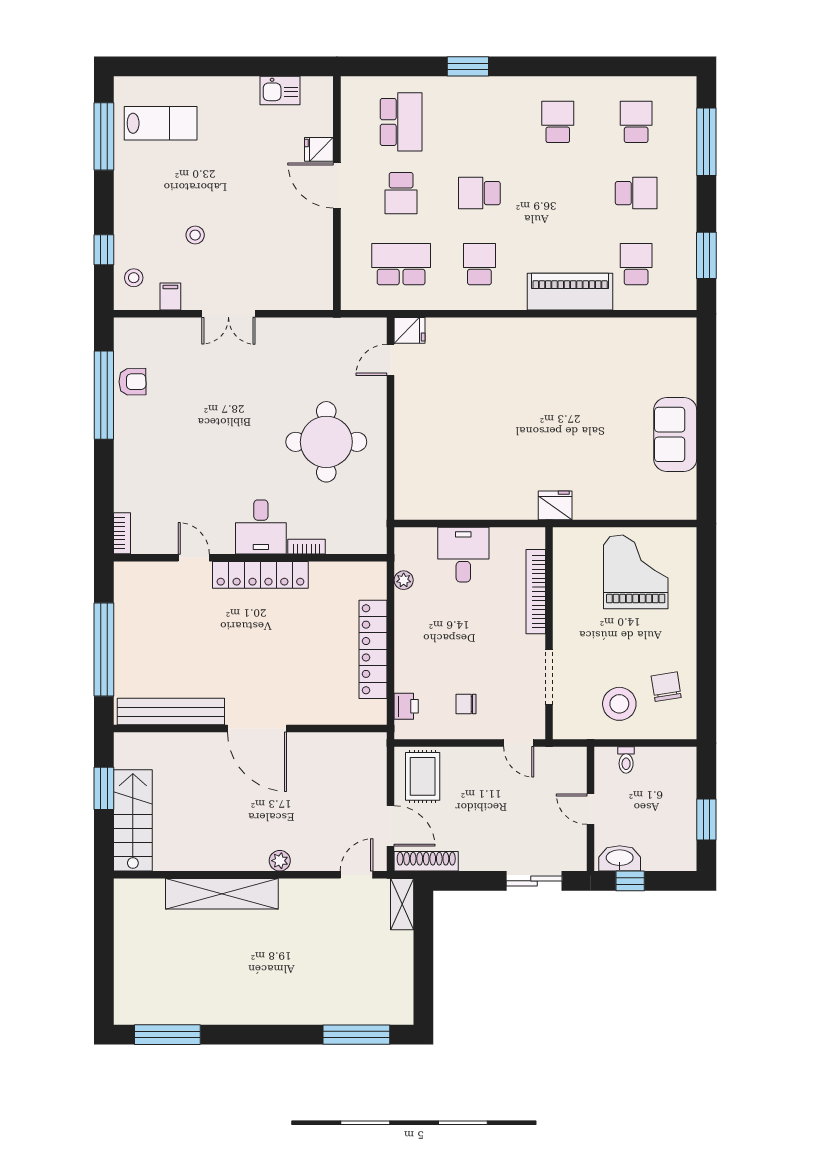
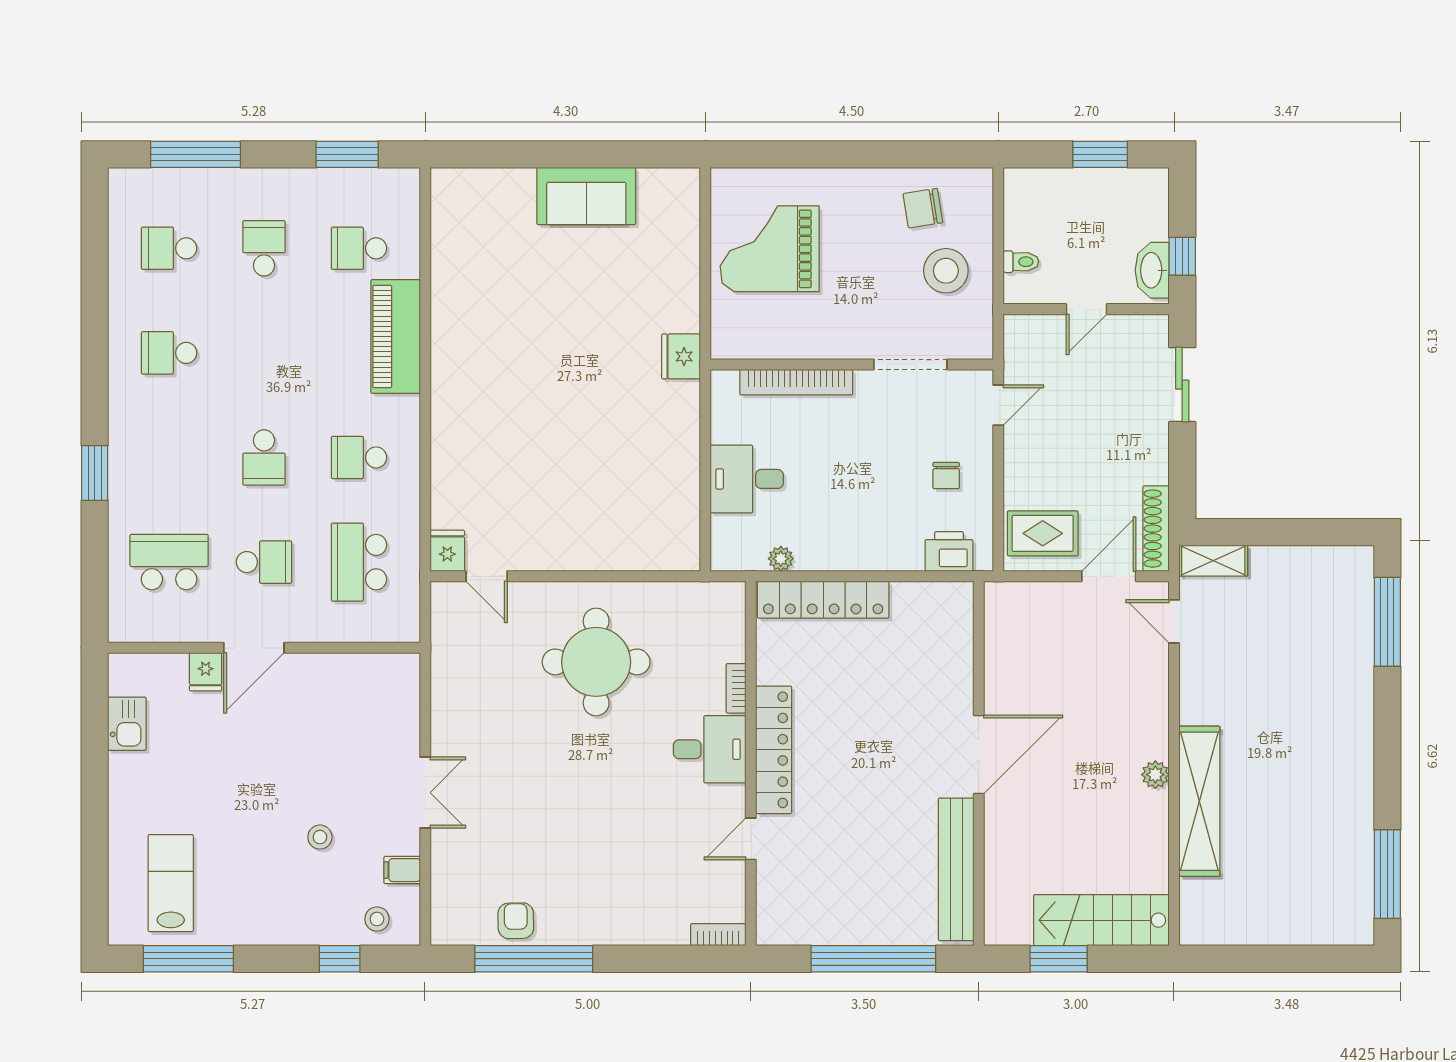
locker: (373, 649) -> (823, 600), moved
printer: (406, 706) -> (949, 551), width x1.36, depth x1.24
plant: (280, 861) -> (1155, 775), moved

